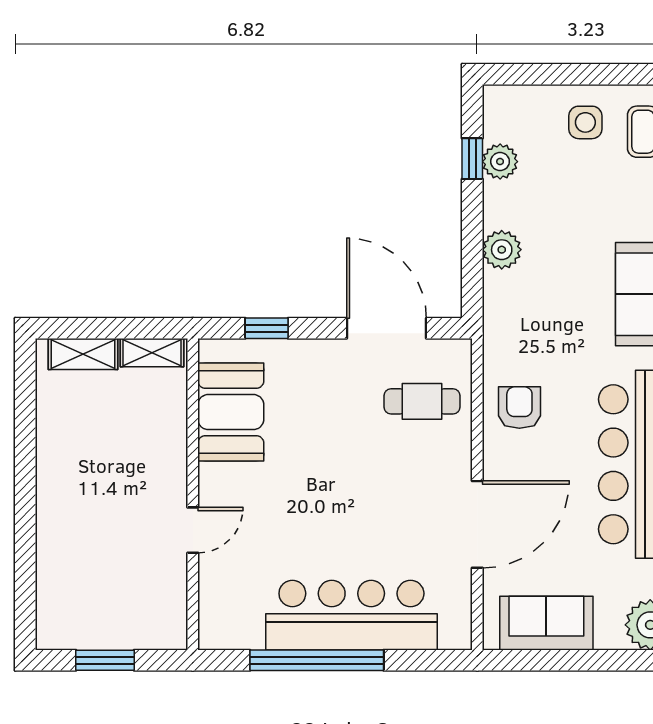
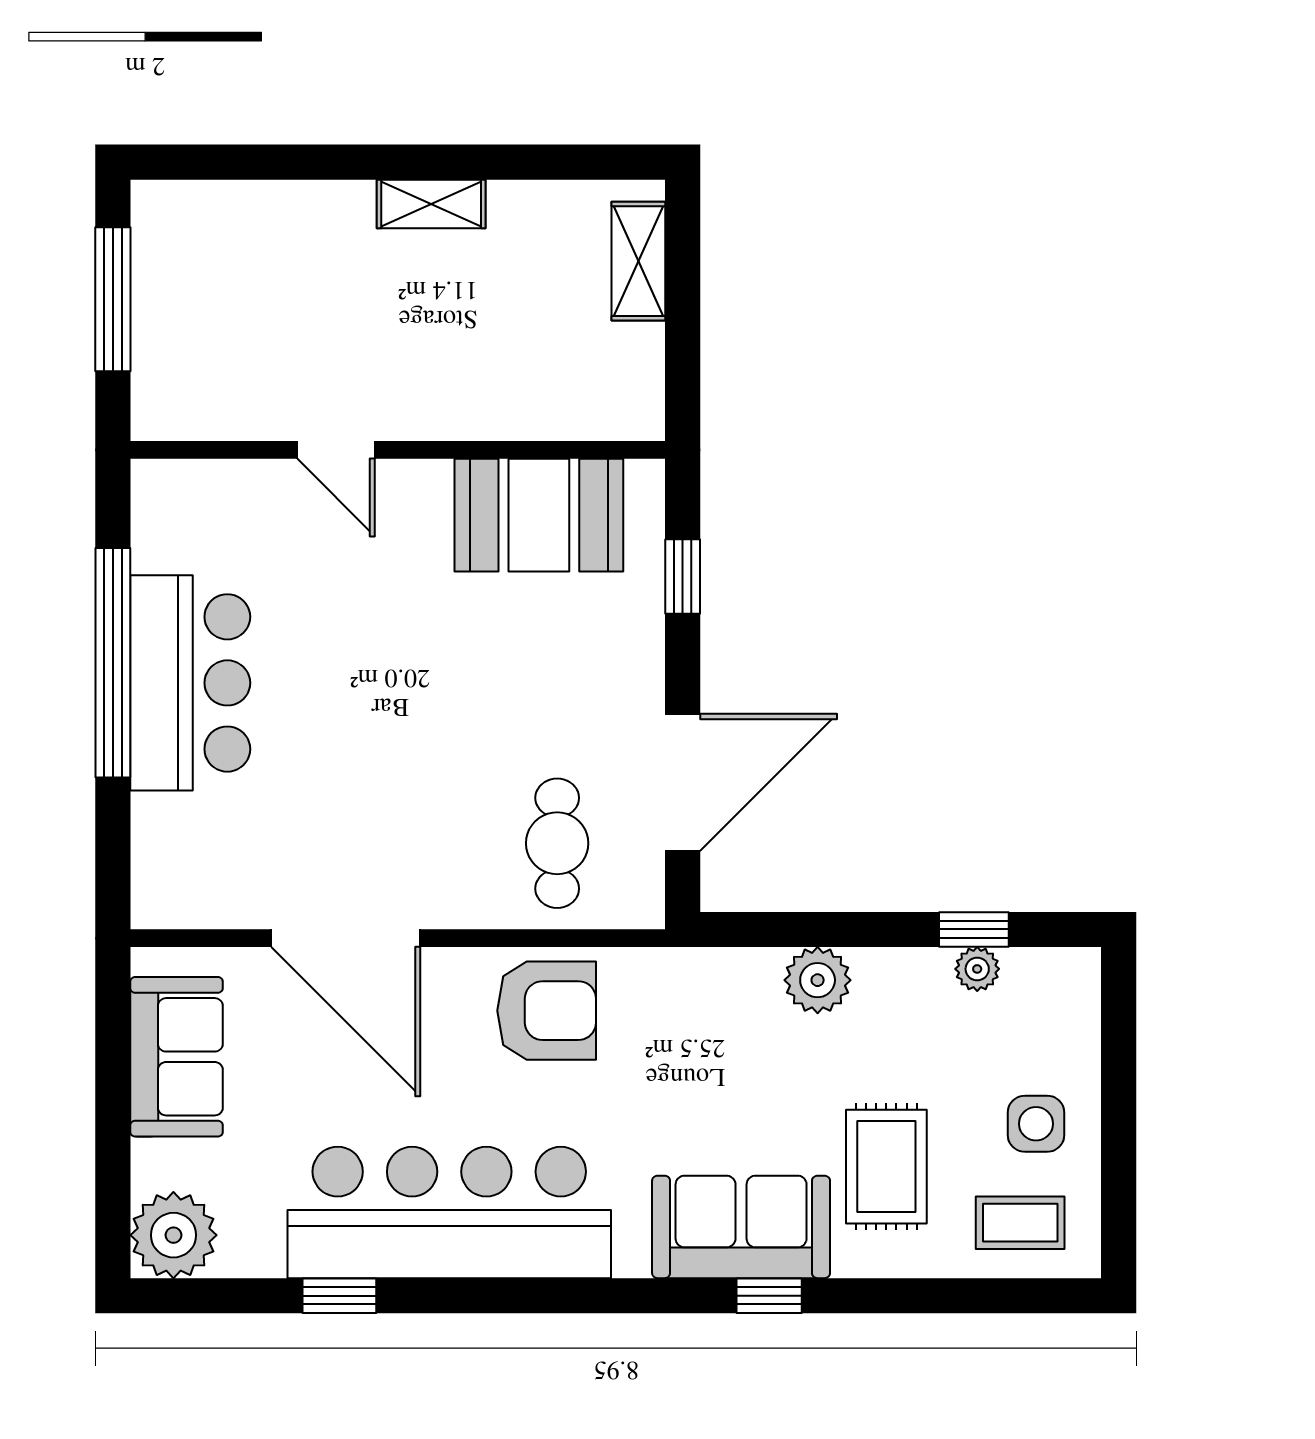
plant: (500, 162) -> (977, 969), width x0.73, depth x0.73
rug: (610, 210) -> (886, 1167), added
shelving: (152, 353) -> (431, 204), moved, turned 90
armchair: (519, 407) -> (547, 1011), width x1.38, depth x1.38
bar counter: (351, 615) -> (190, 683), width x0.73
window: (105, 660) -> (113, 299), width x1.44

